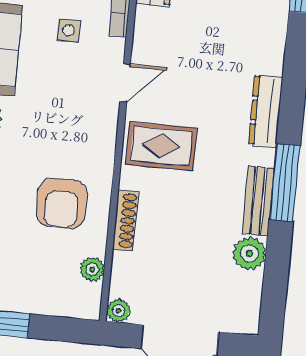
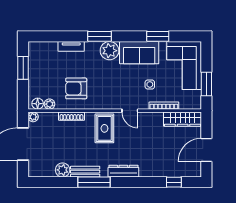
floor lamp: (89, 297) -> (38, 104), added

